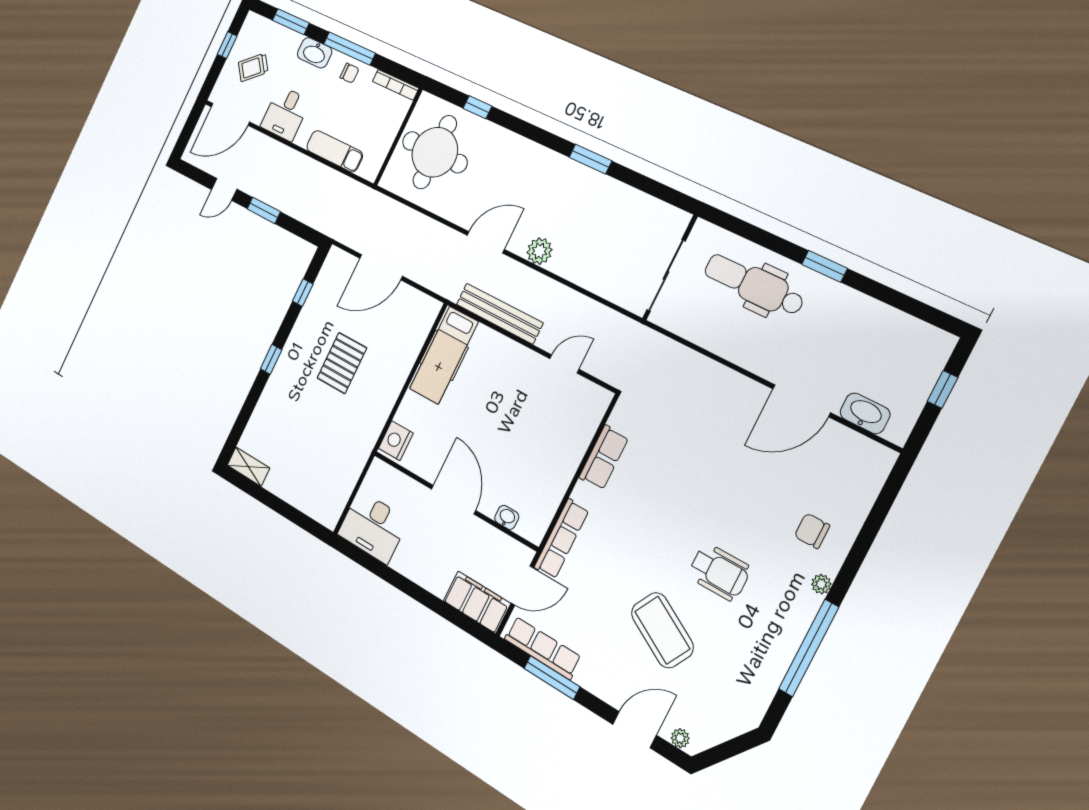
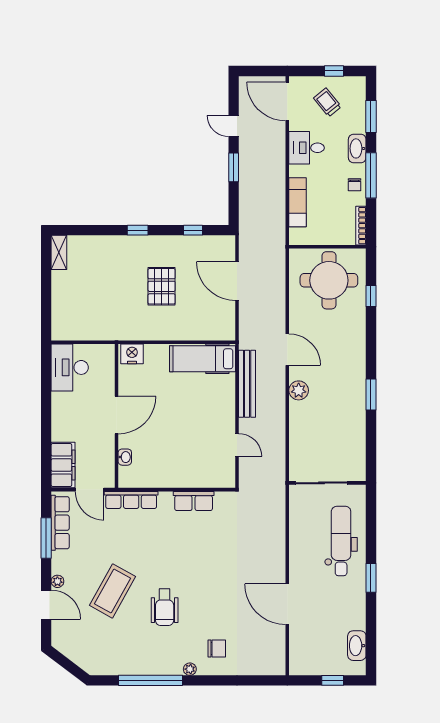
pallet: (342, 363) -> (162, 286), turned 90
washbasin: (865, 413) -> (357, 646), moved, turned 180
chair: (812, 531) -> (217, 649), turned 90
plant: (680, 738) -> (57, 581), moved

